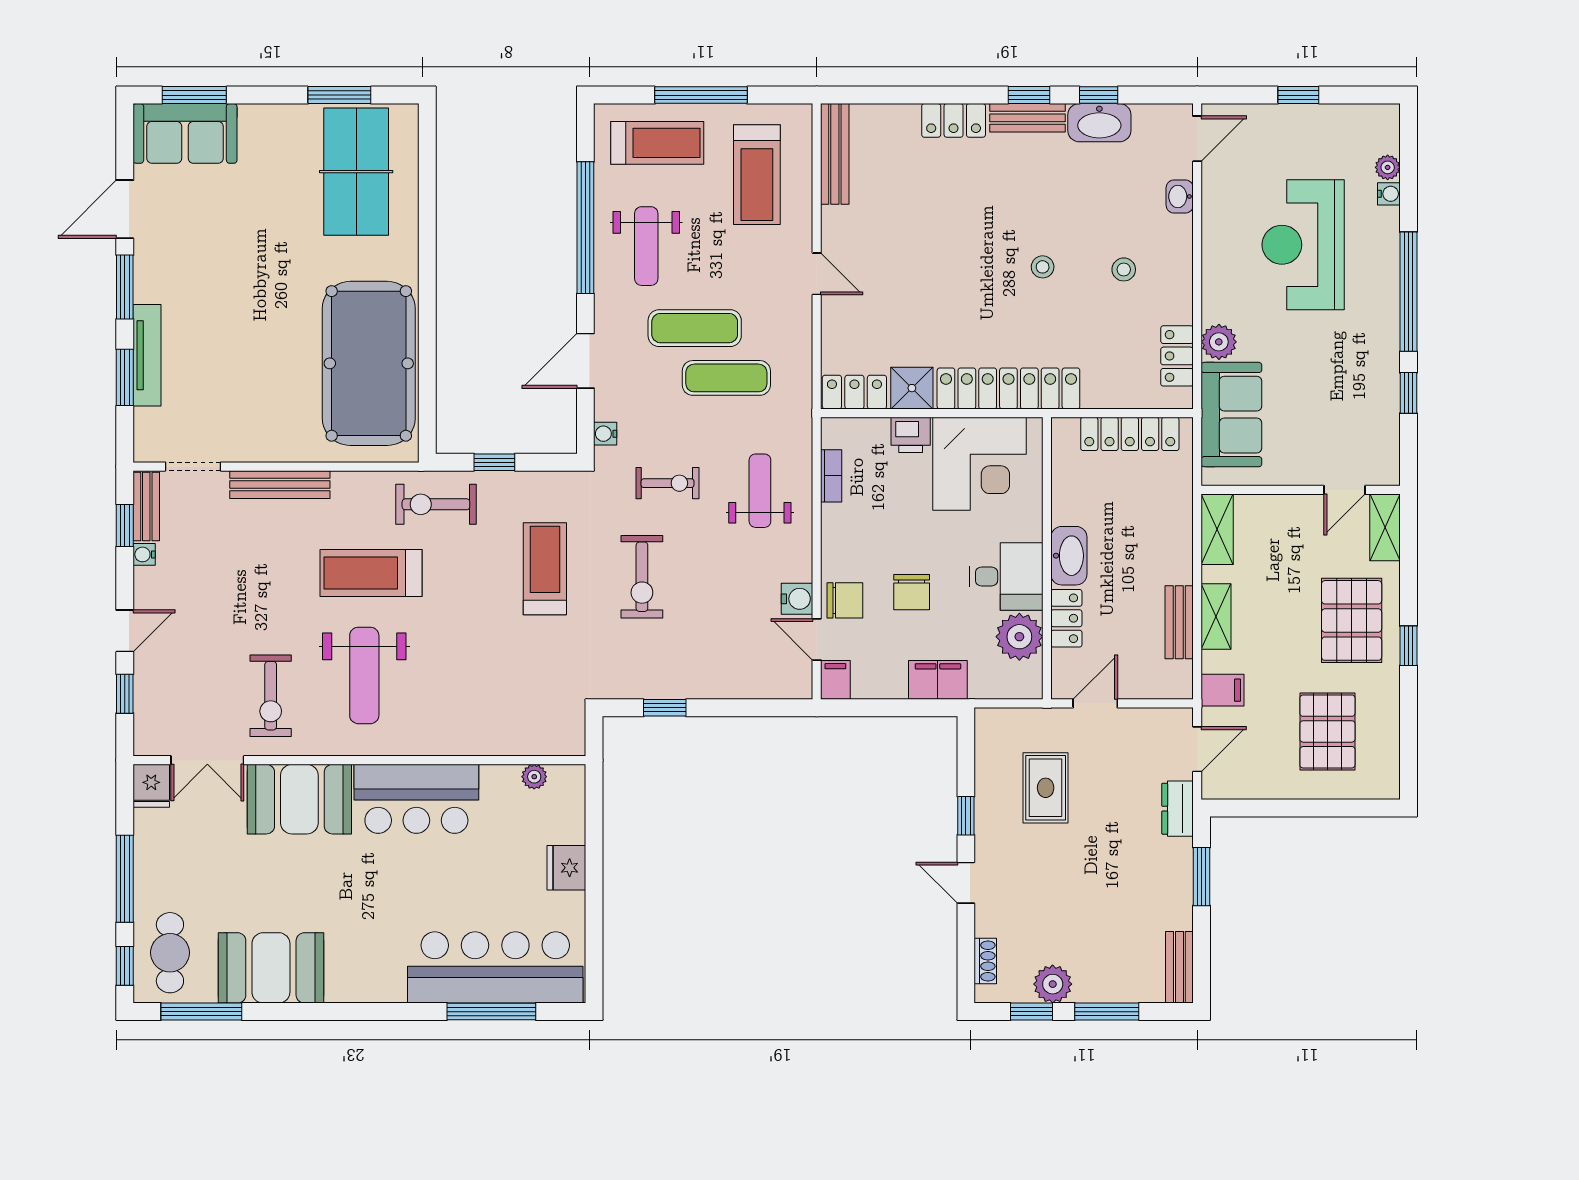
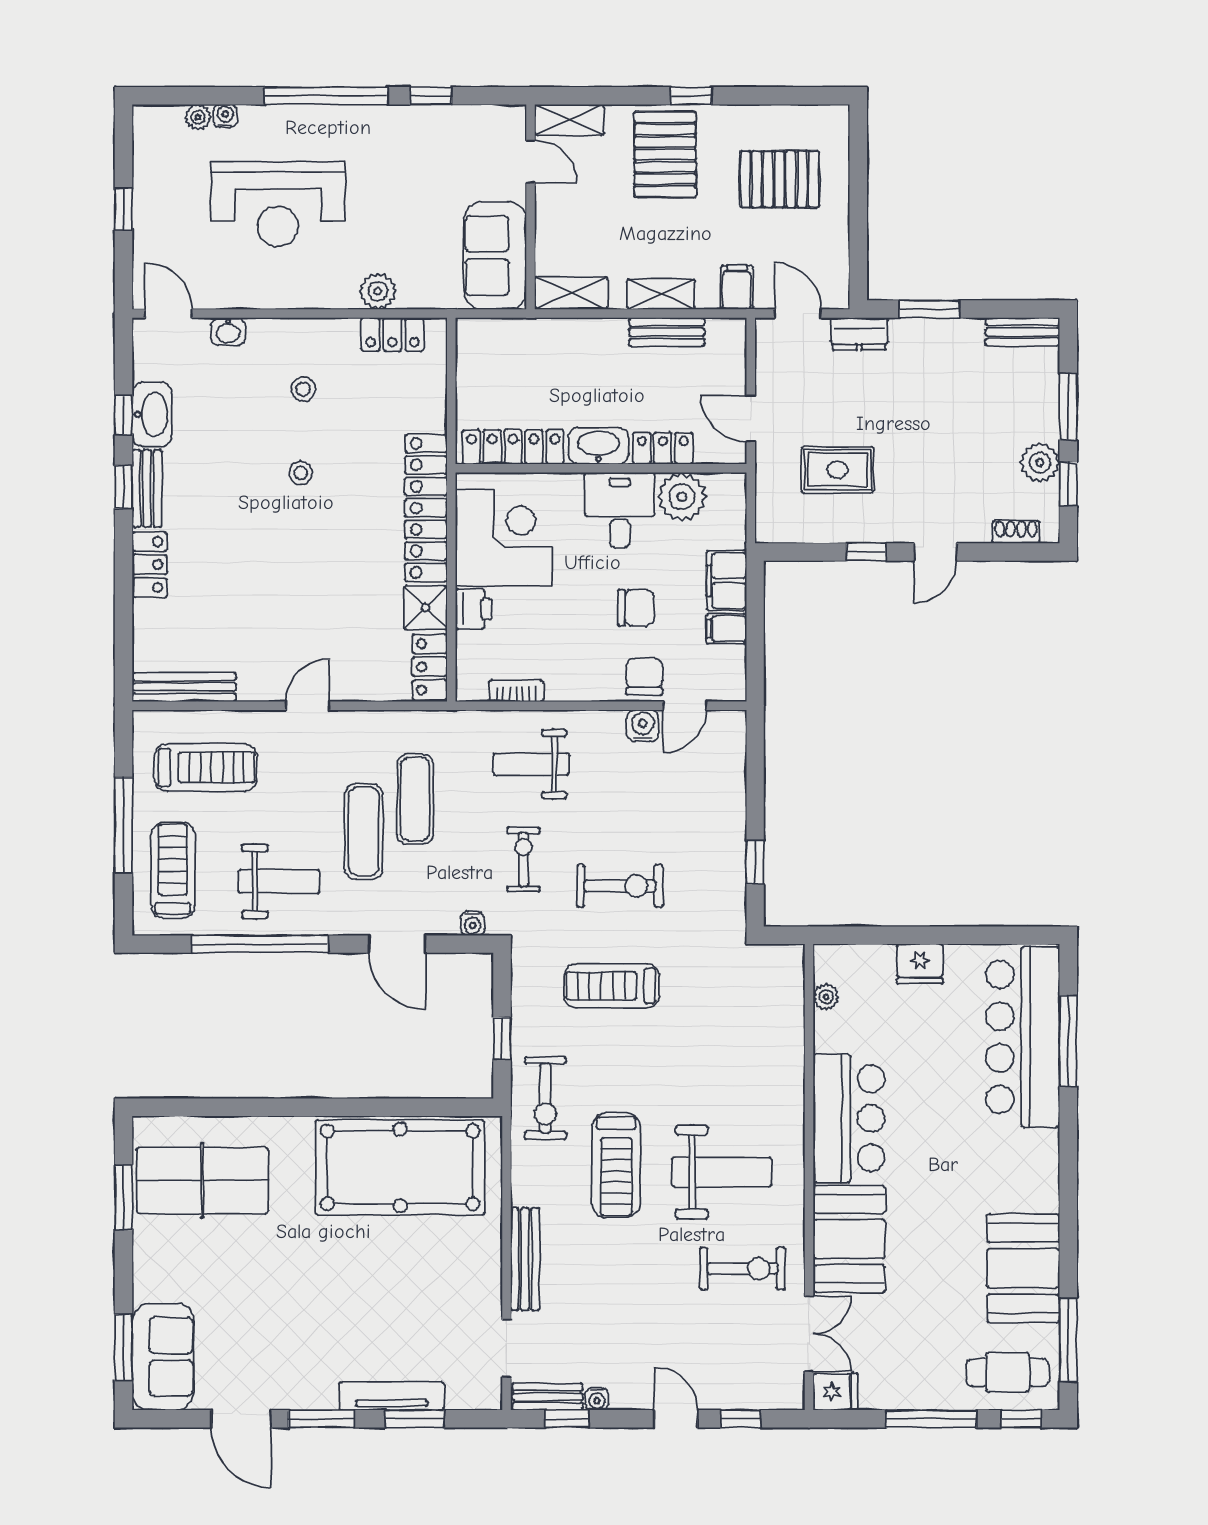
sofa: (1231, 415) -> (495, 255), moved, turned -90
locker: (1130, 434) -> (513, 447), moved, turned -90
pallet: (1352, 620) -> (665, 154), turned 90
filing cabinet: (835, 680) -> (726, 629), moved

